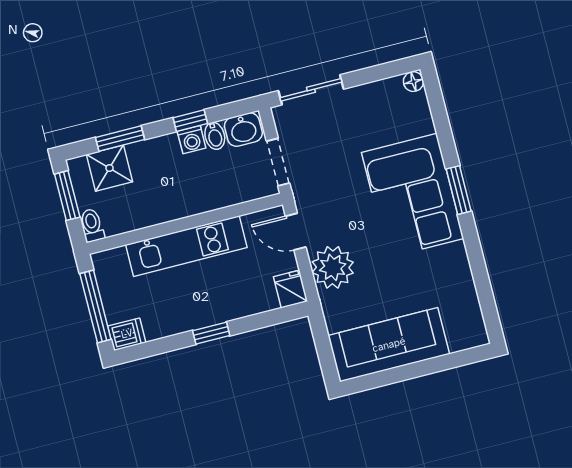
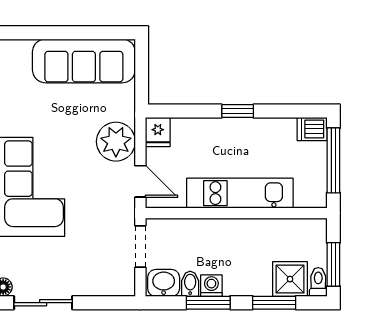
sliding door: (311, 90) -> (43, 303), moved
window: (190, 121) -> (208, 303), width x1.50
toilet: (92, 225) -> (318, 282), moved, turned 180

